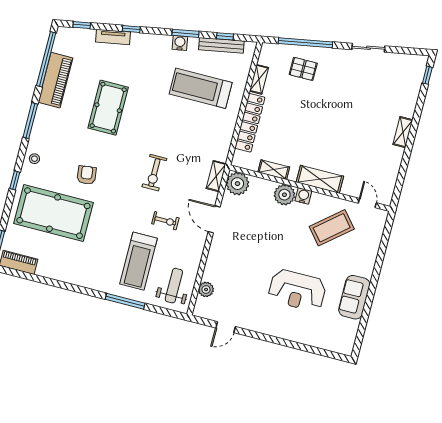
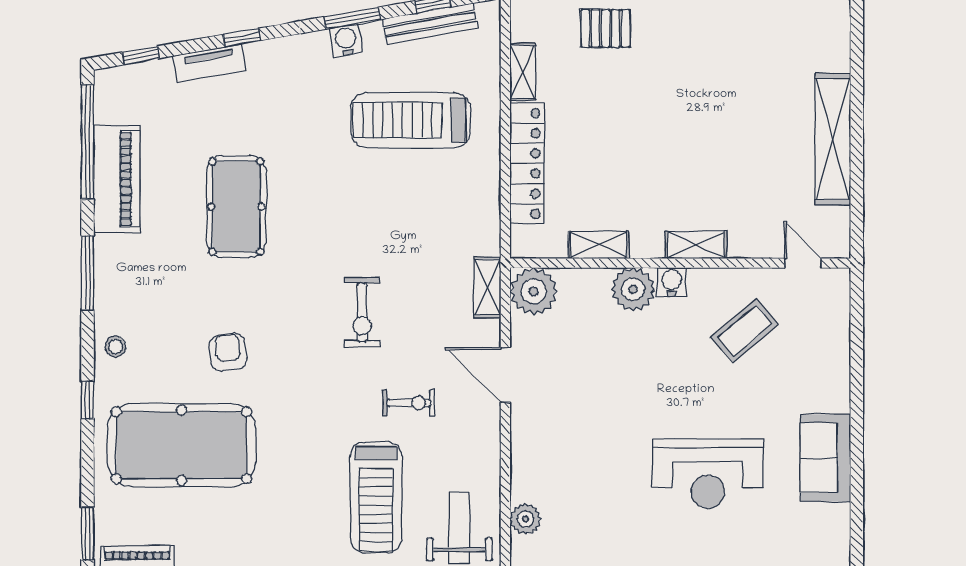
shelving: (403, 132) -> (833, 139), width x2.20, depth x1.33
shelving: (320, 179) -> (696, 245), width x0.67, depth x0.75
coffee table: (332, 228) -> (745, 331), width x0.73, depth x0.76

